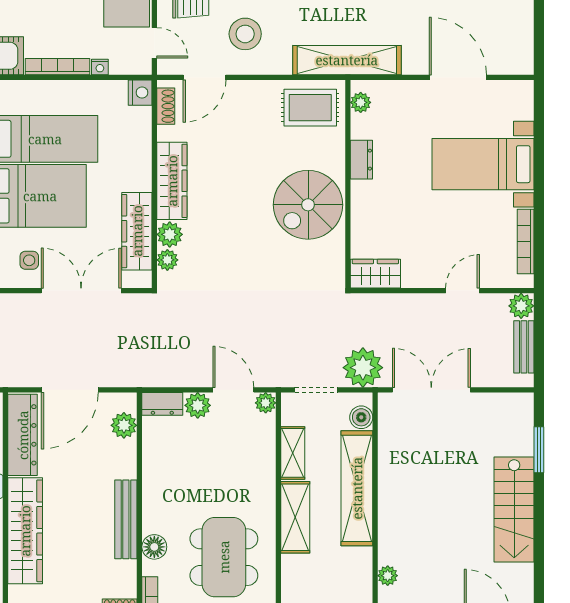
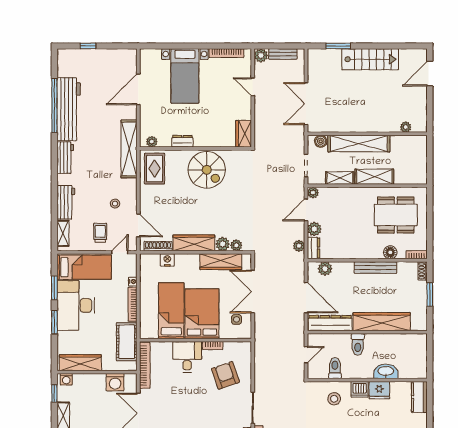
stool: (245, 34) -> (115, 204), width x0.53, depth x0.53
nightstand: (140, 93) -> (167, 260), moved
shoe rack: (166, 106) -> (158, 246), width x1.43
plant: (363, 368) -> (299, 246), moved, width x0.53, depth x0.53

